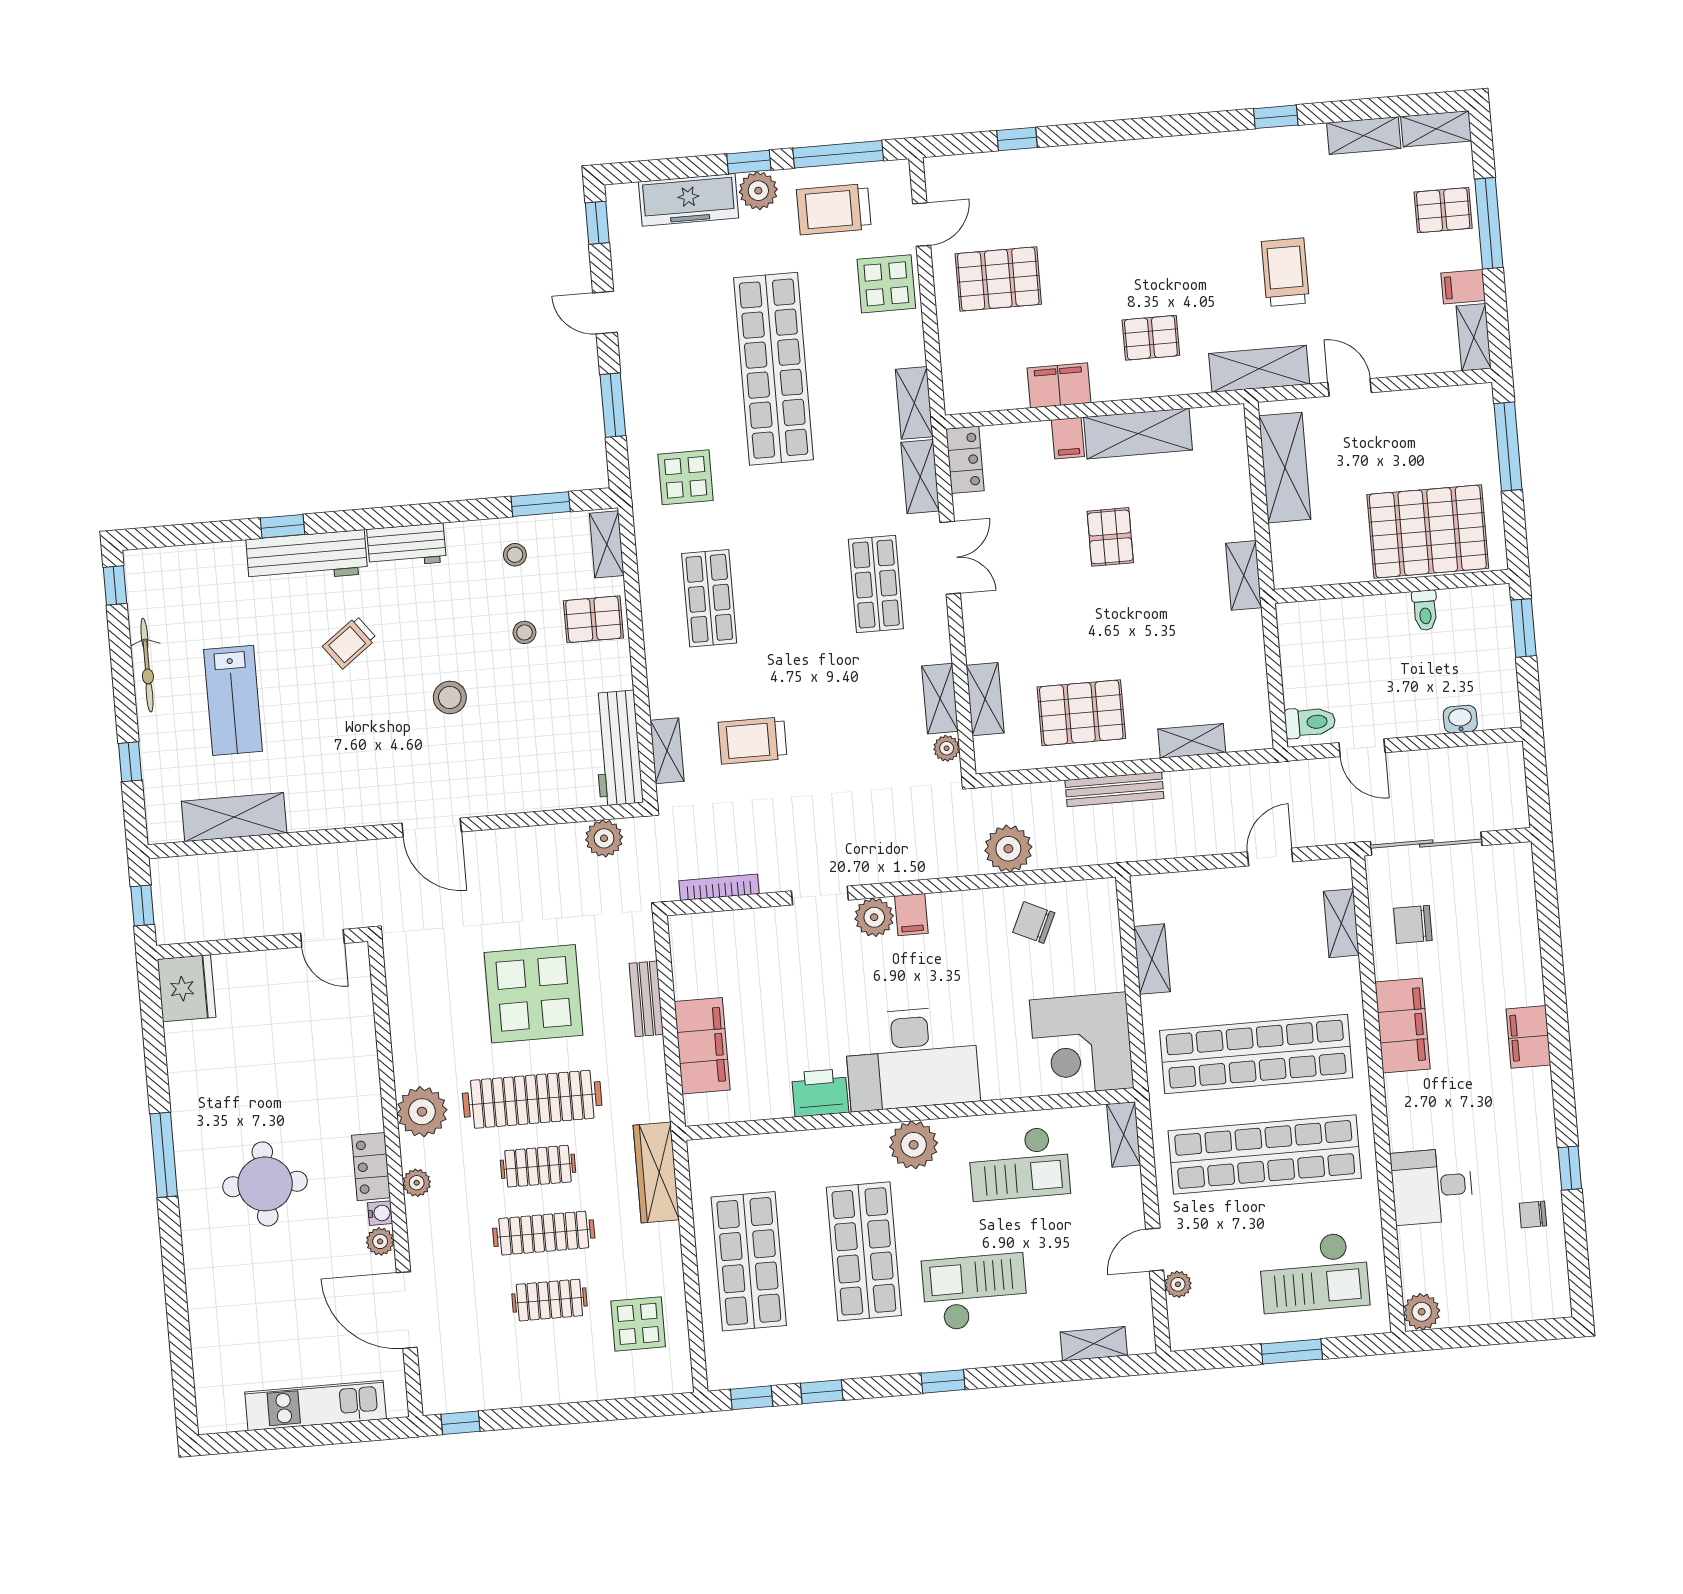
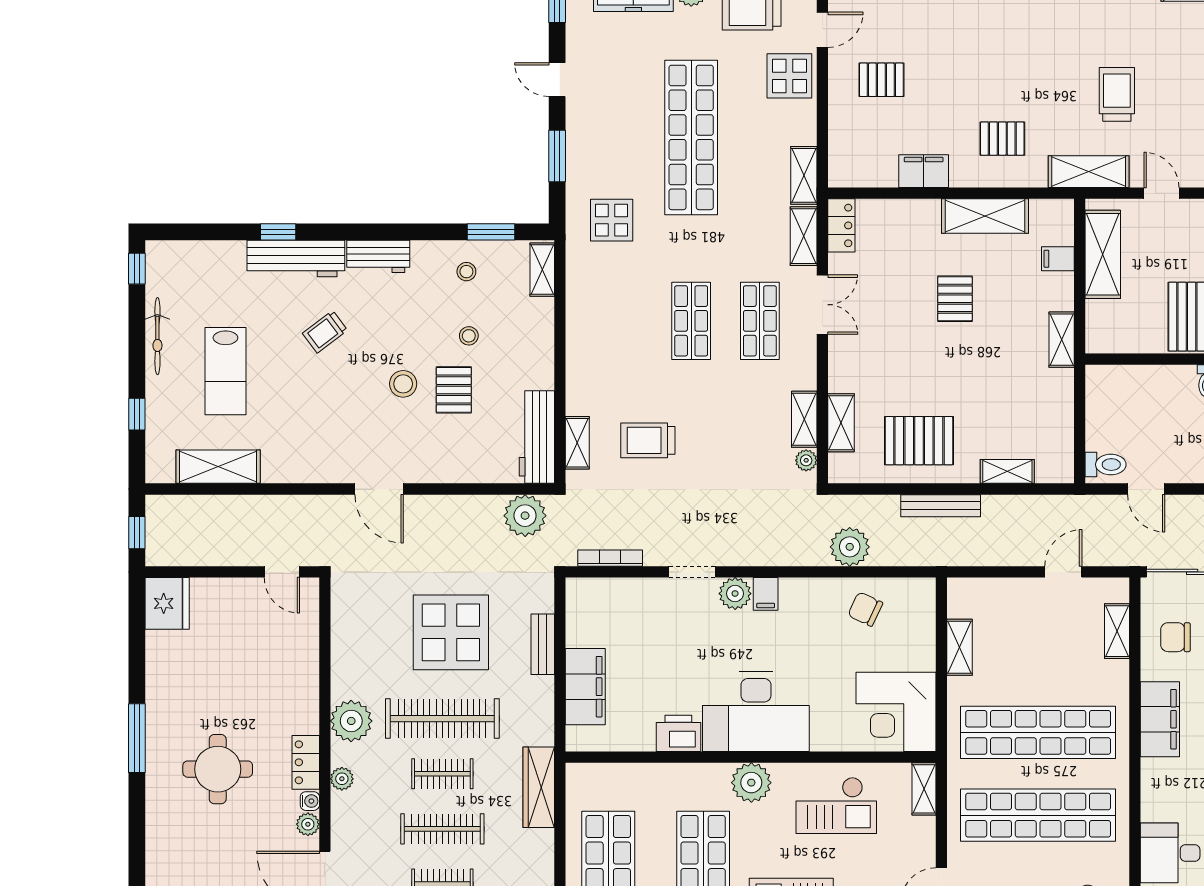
pallet: (998, 279) -> (881, 80), width x0.67, depth x0.71
filing cabinet: (1068, 438) -> (1058, 259), moved, turned 90
shop shelf: (709, 598) -> (691, 321), moved
pallet: (593, 619) -> (454, 390), moved, turned 90
plant: (604, 838) -> (525, 516), width x1.36, depth x1.36

